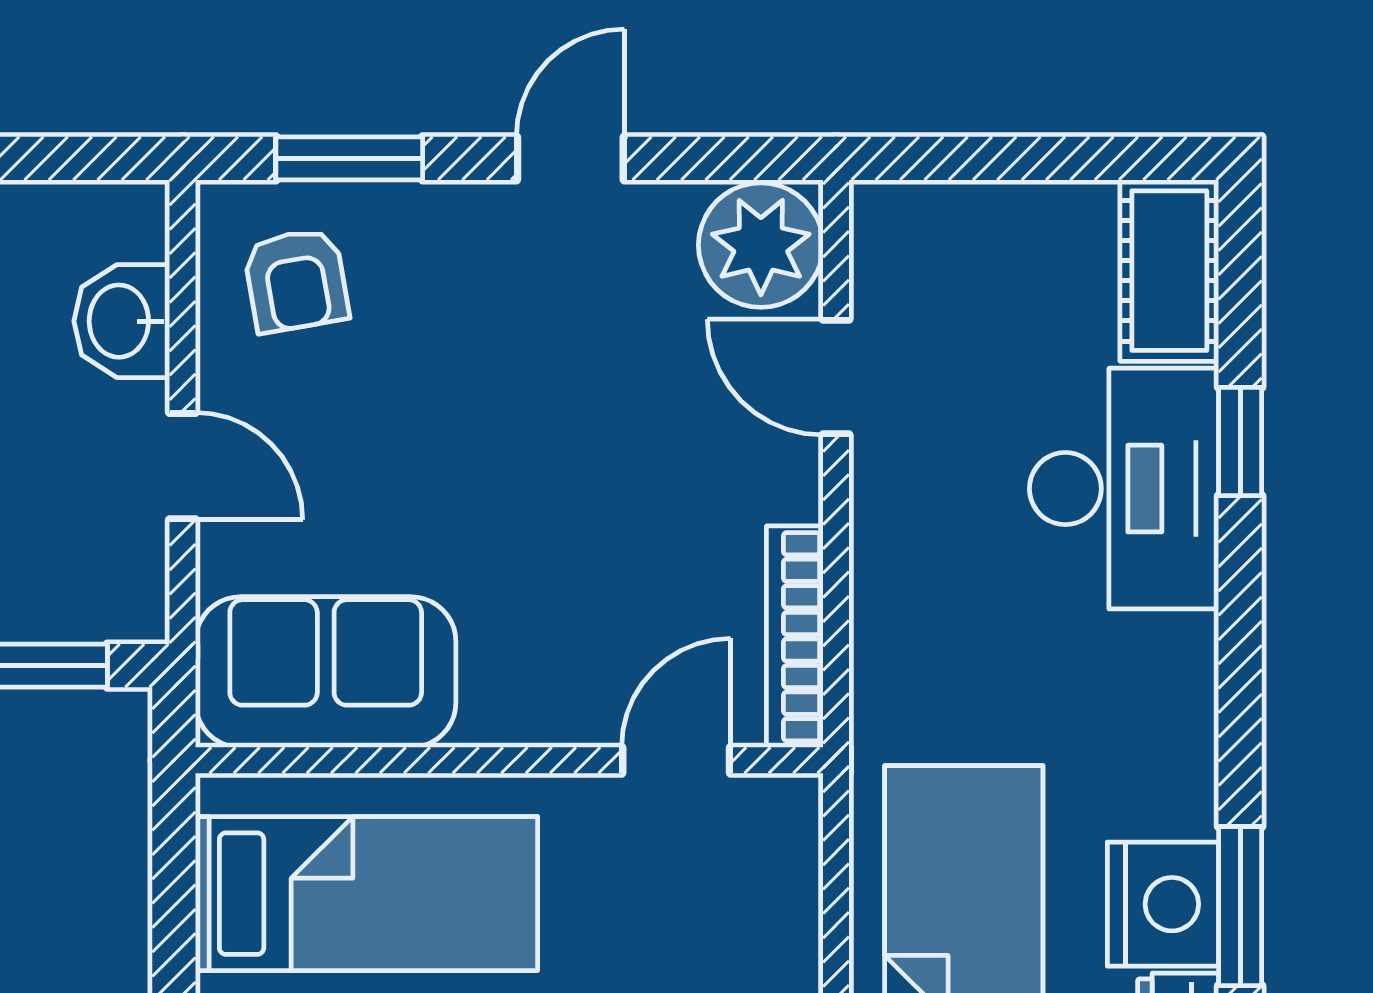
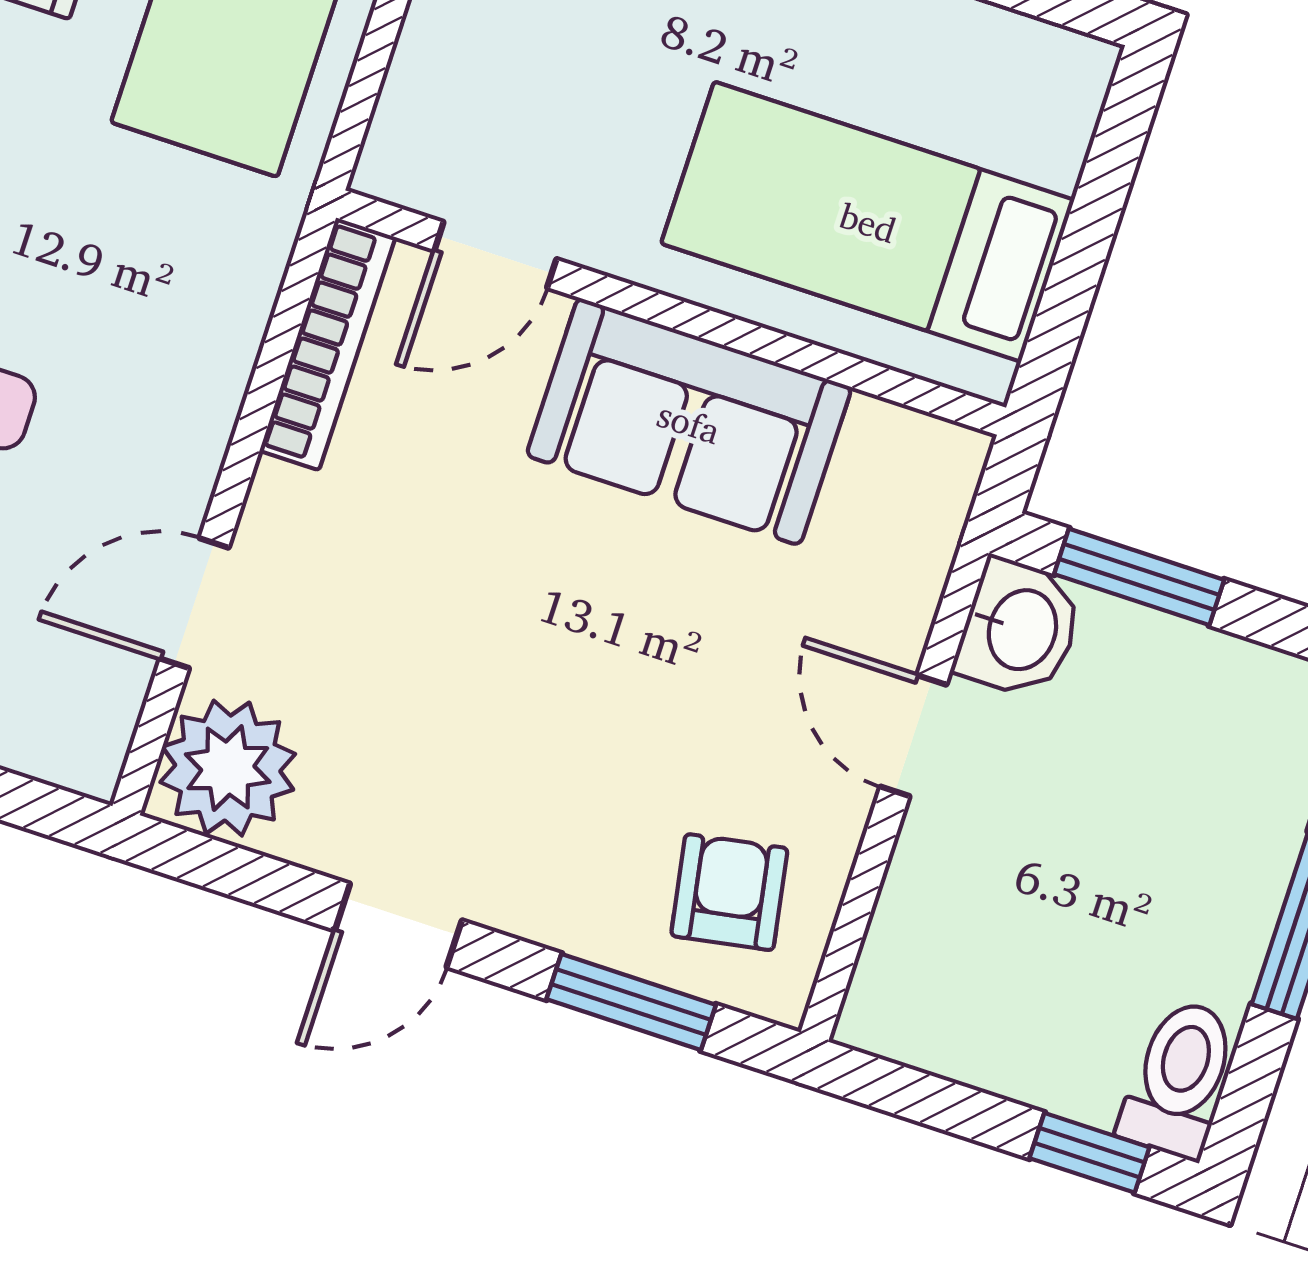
washbasin: (122, 321) -> (1019, 629), moved
door: (836, 377) -> (194, 603), swing flipped
sofa: (326, 672) -> (689, 422), moved

